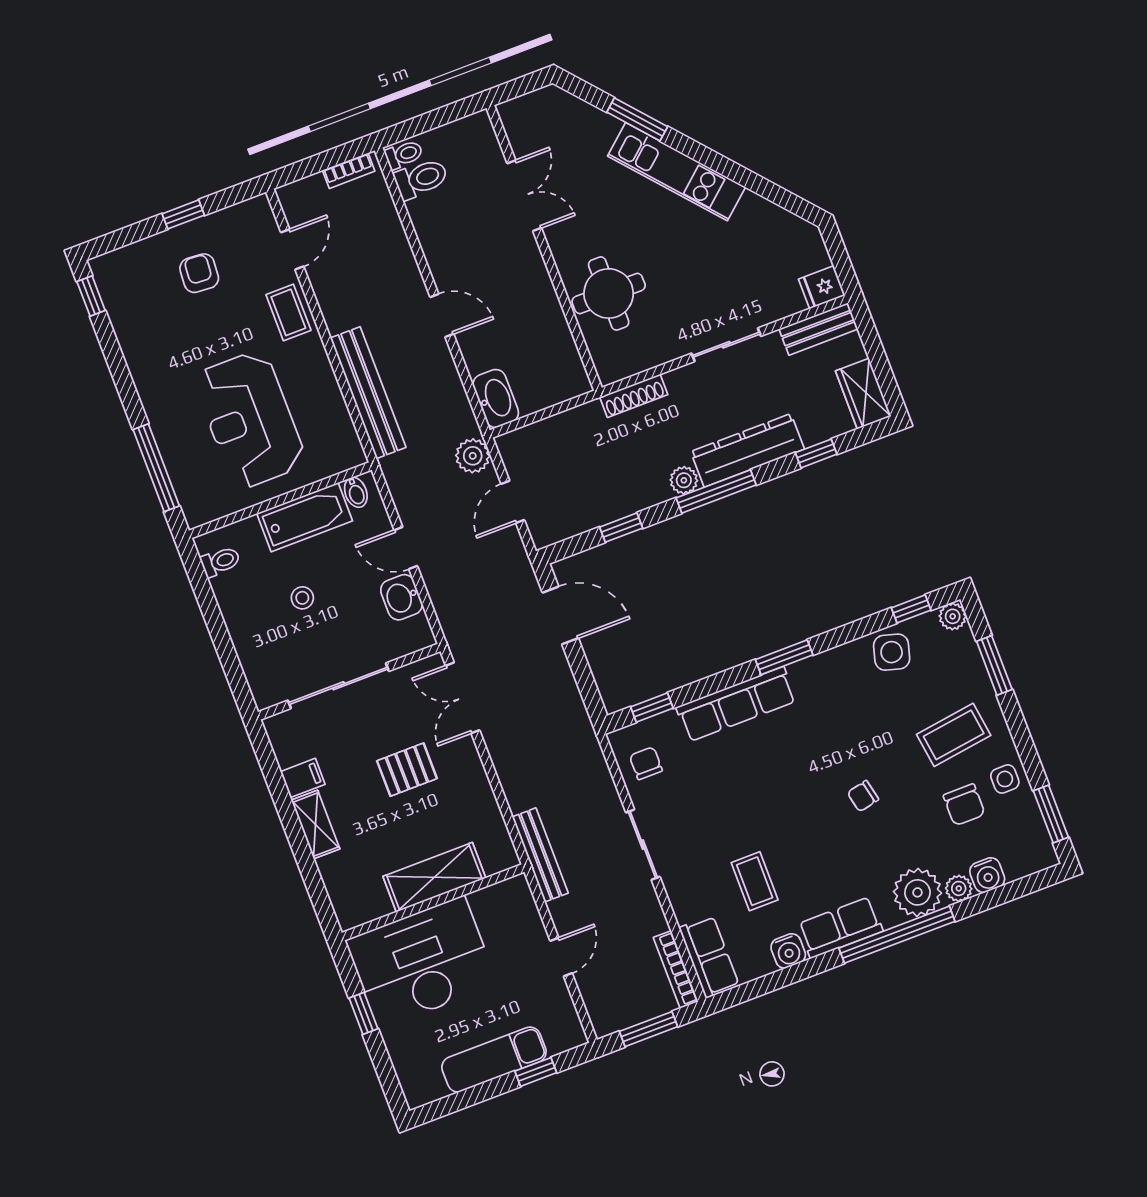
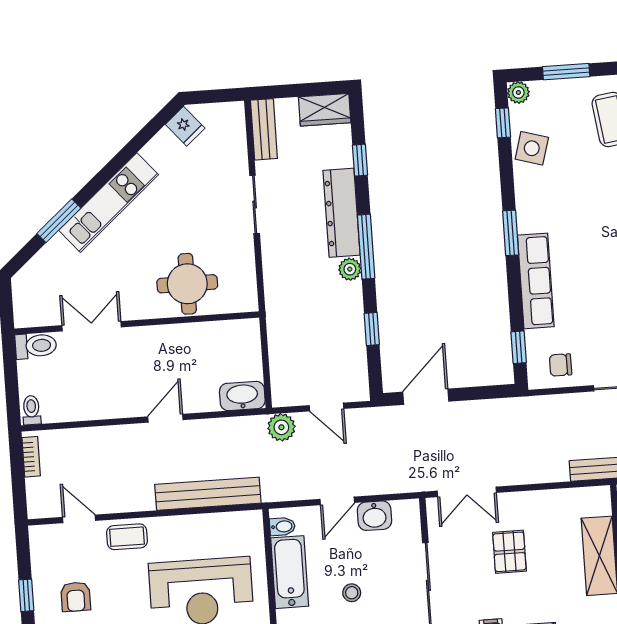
toilet: (421, 179) -> (36, 346), moved, turned 90
armchair: (199, 273) -> (76, 597), turned -94
fridge: (822, 287) -> (185, 126), moved, turned -41
shoe rack: (634, 396) -> (273, 288), removed

